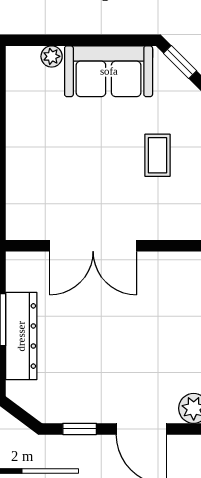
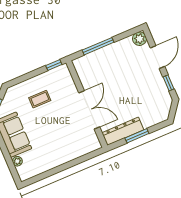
dresser: (21, 336) -> (123, 131), moved

